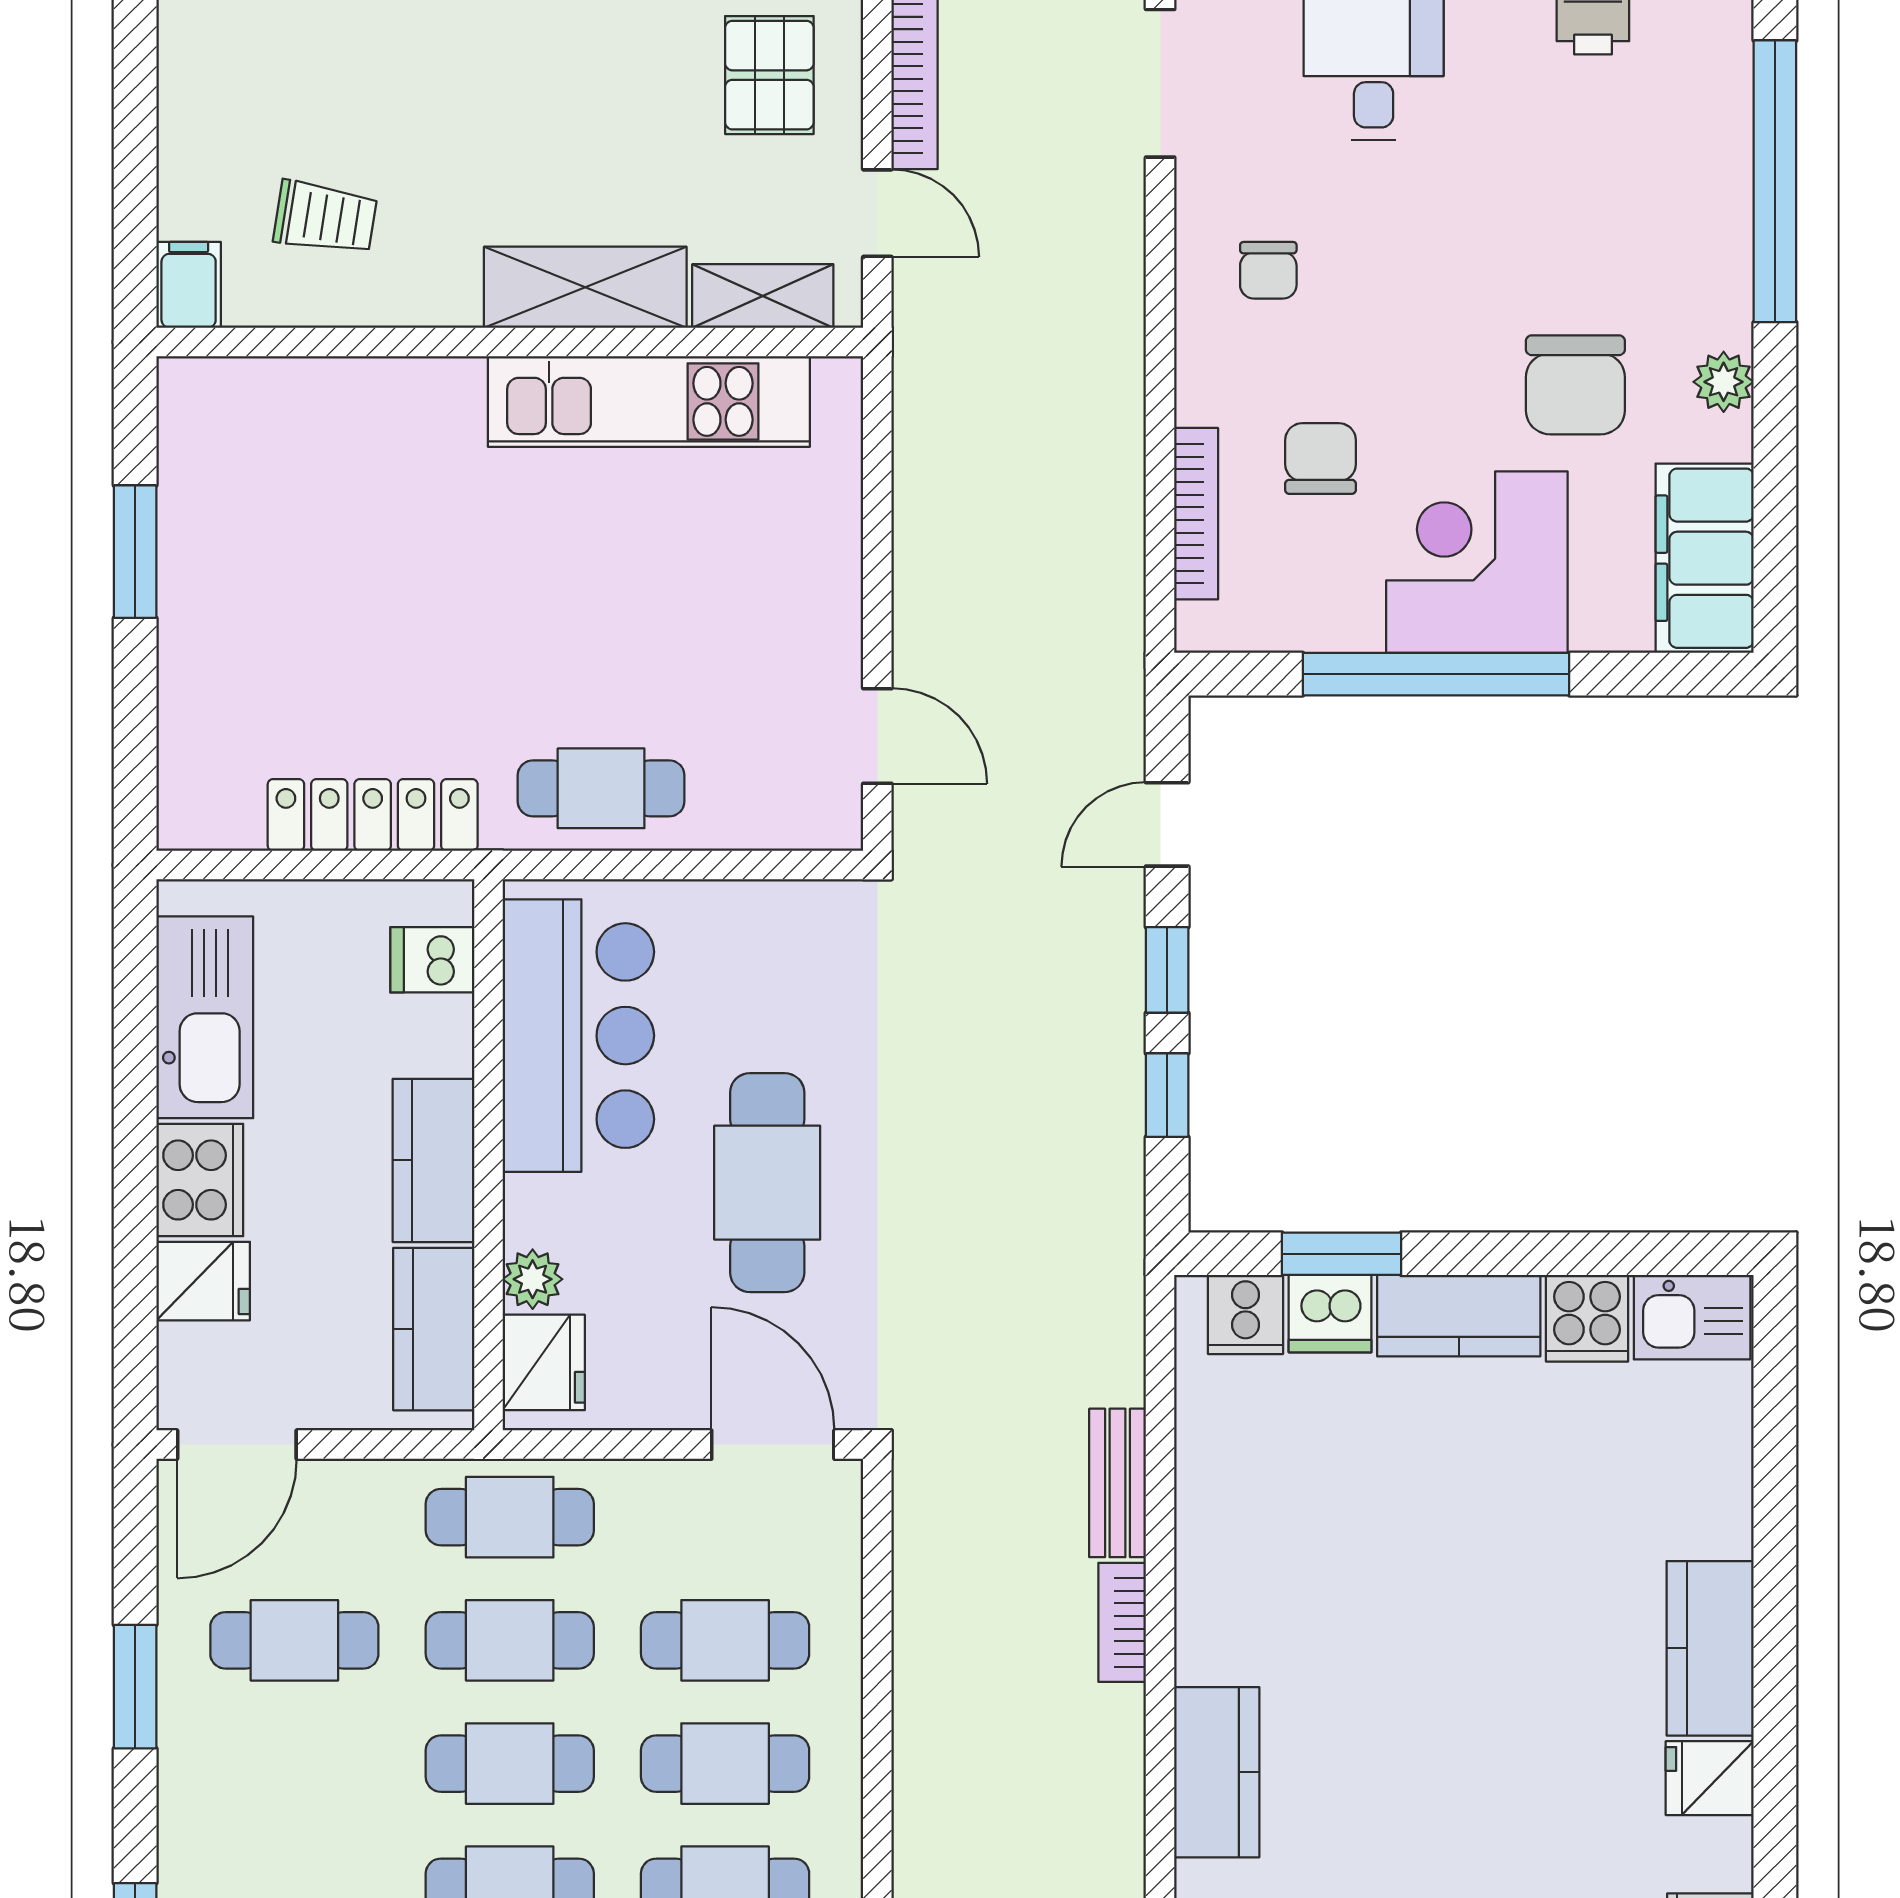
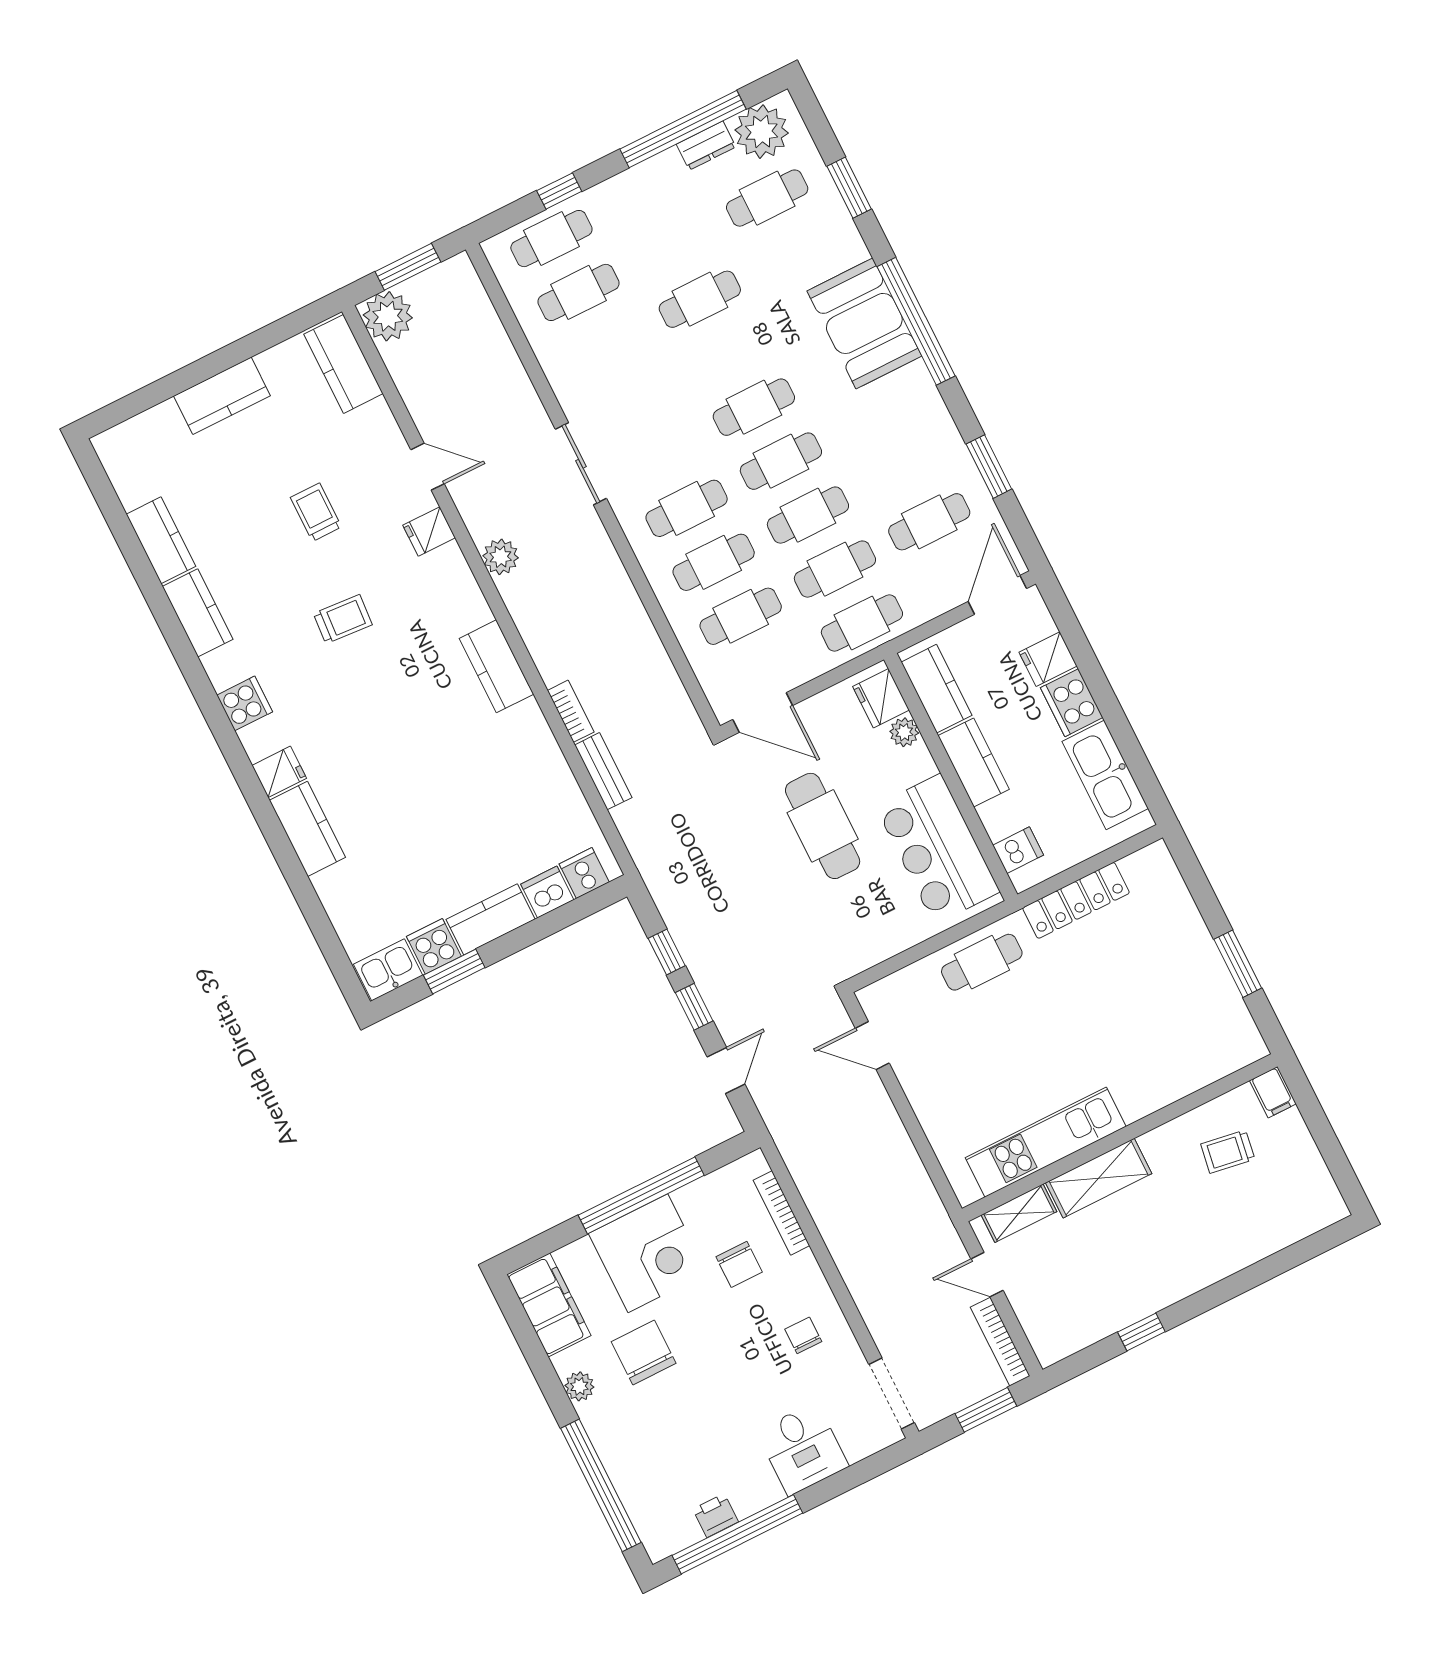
pallet: (769, 75) -> (1064, 1311), removed
window: (1342, 1254) -> (454, 971), moved

